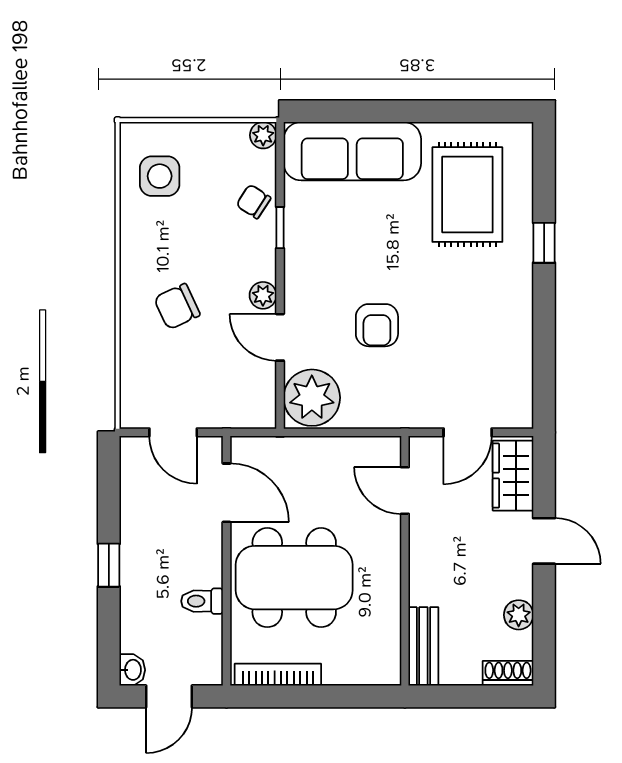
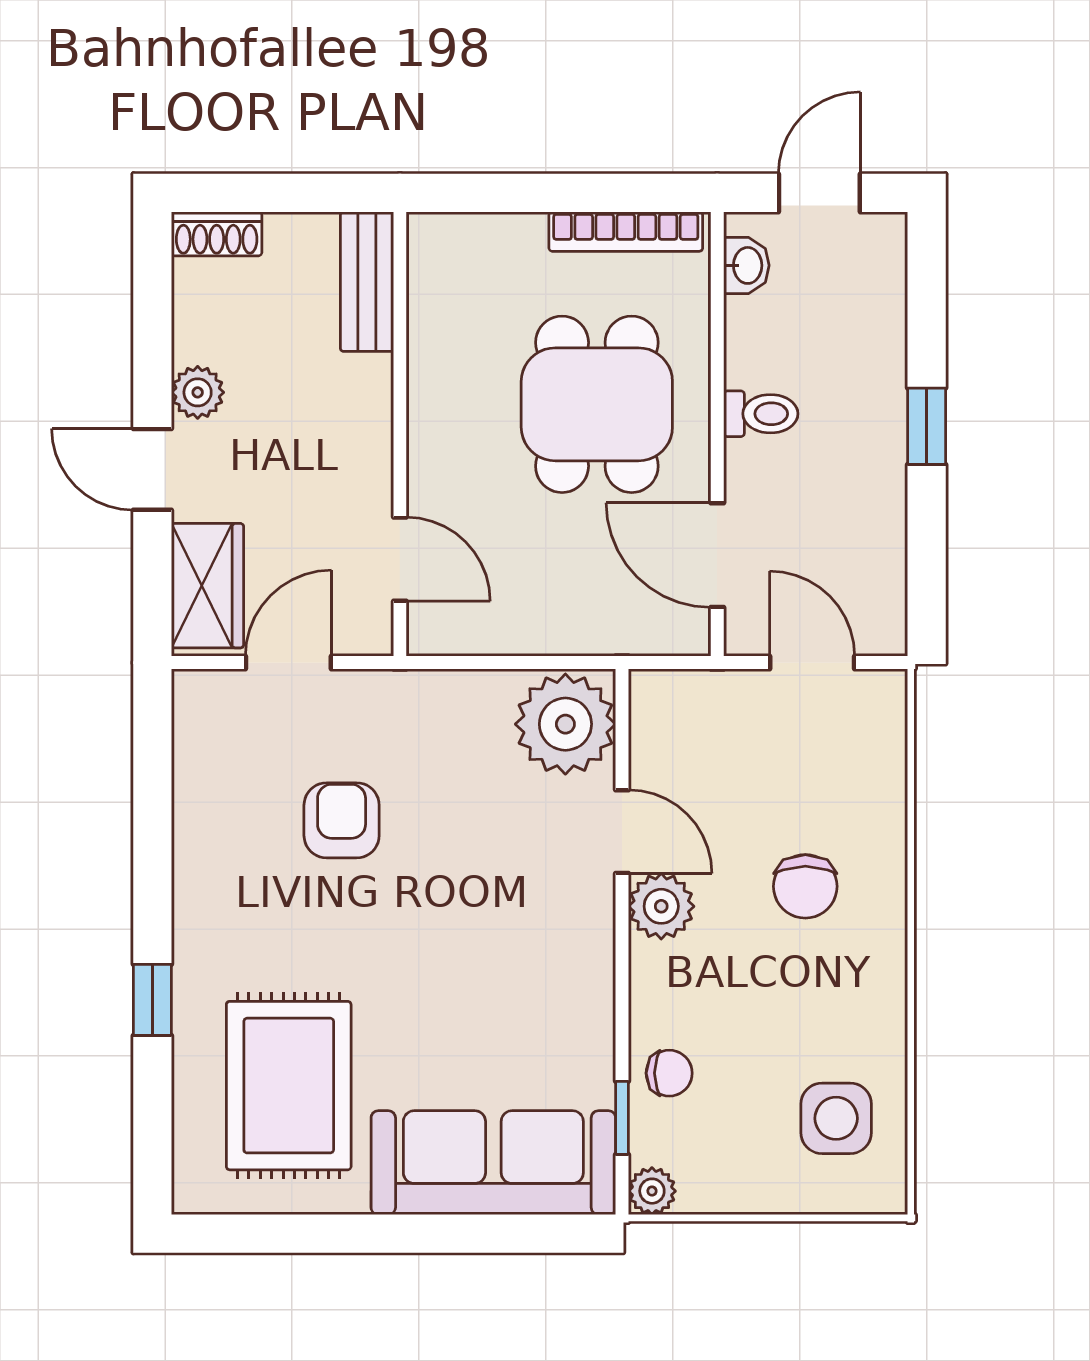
chair: (253, 202) -> (669, 1073), turned -33
window: (280, 228) -> (622, 1118), moved
plant: (263, 295) -> (661, 906), width x1.38, depth x1.38
chair: (177, 306) -> (805, 886), turned 115
armchair: (377, 325) -> (342, 820), moved
dining table: (294, 578) -> (597, 404), width x0.73
toilet: (202, 601) -> (761, 414), moved
plant: (519, 615) -> (198, 392), moved
washbasin: (132, 670) -> (746, 265), moved, turned 180

